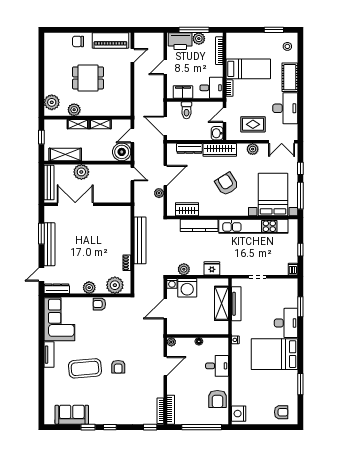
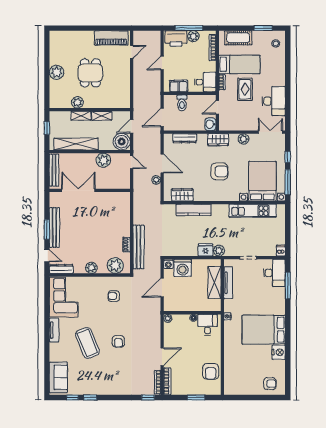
chair: (78, 41) -> (81, 39), removed
cot: (290, 77) -> (238, 38), moved, turned 90
dining table: (88, 78) -> (90, 73), turned 90
plant: (52, 102) -> (57, 72), moved
rug: (253, 124) -> (245, 89), moved, turned 90
door: (165, 126) -> (162, 117), hinge flipped
double door: (282, 142) -> (270, 132), swing flipped
wardrobe: (220, 150) -> (218, 140), width x0.67
shelving: (65, 154) -> (76, 144), width x1.47
plant: (81, 172) -> (103, 160), moved
door: (165, 175) -> (162, 163), hinge flipped
armchair: (227, 184) -> (219, 171), turned 122
kitchen unit: (253, 226) -> (253, 211), width x0.73
window: (41, 234) -> (47, 229), moved
bench: (140, 240) -> (139, 247), moved
window: (300, 250) -> (288, 232), removed
plant: (184, 269) -> (219, 251), moved
door: (41, 274) -> (47, 256), swing flipped
armchair: (99, 304) -> (114, 296), moved
window: (300, 307) -> (288, 286), width x1.44
desk: (286, 323) -> (274, 273), moved
door: (165, 366) -> (162, 357), moved
desk: (217, 366) -> (208, 325), moved, turned -90
coffee table: (85, 368) -> (87, 343), turned 73
window: (300, 384) -> (288, 357), removed
nightstand: (239, 414) -> (279, 352), moved, turned 180
sofa: (72, 415) -> (58, 377), moved, turned 90
window: (110, 427) -> (72, 397), moved
window: (202, 427) -> (196, 397), width x0.47

